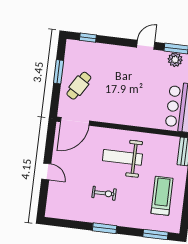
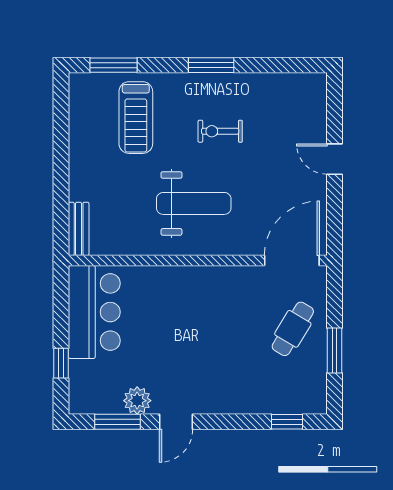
plant: (175, 60) -> (137, 401), moved
treadmill: (162, 196) -> (136, 118), moved

